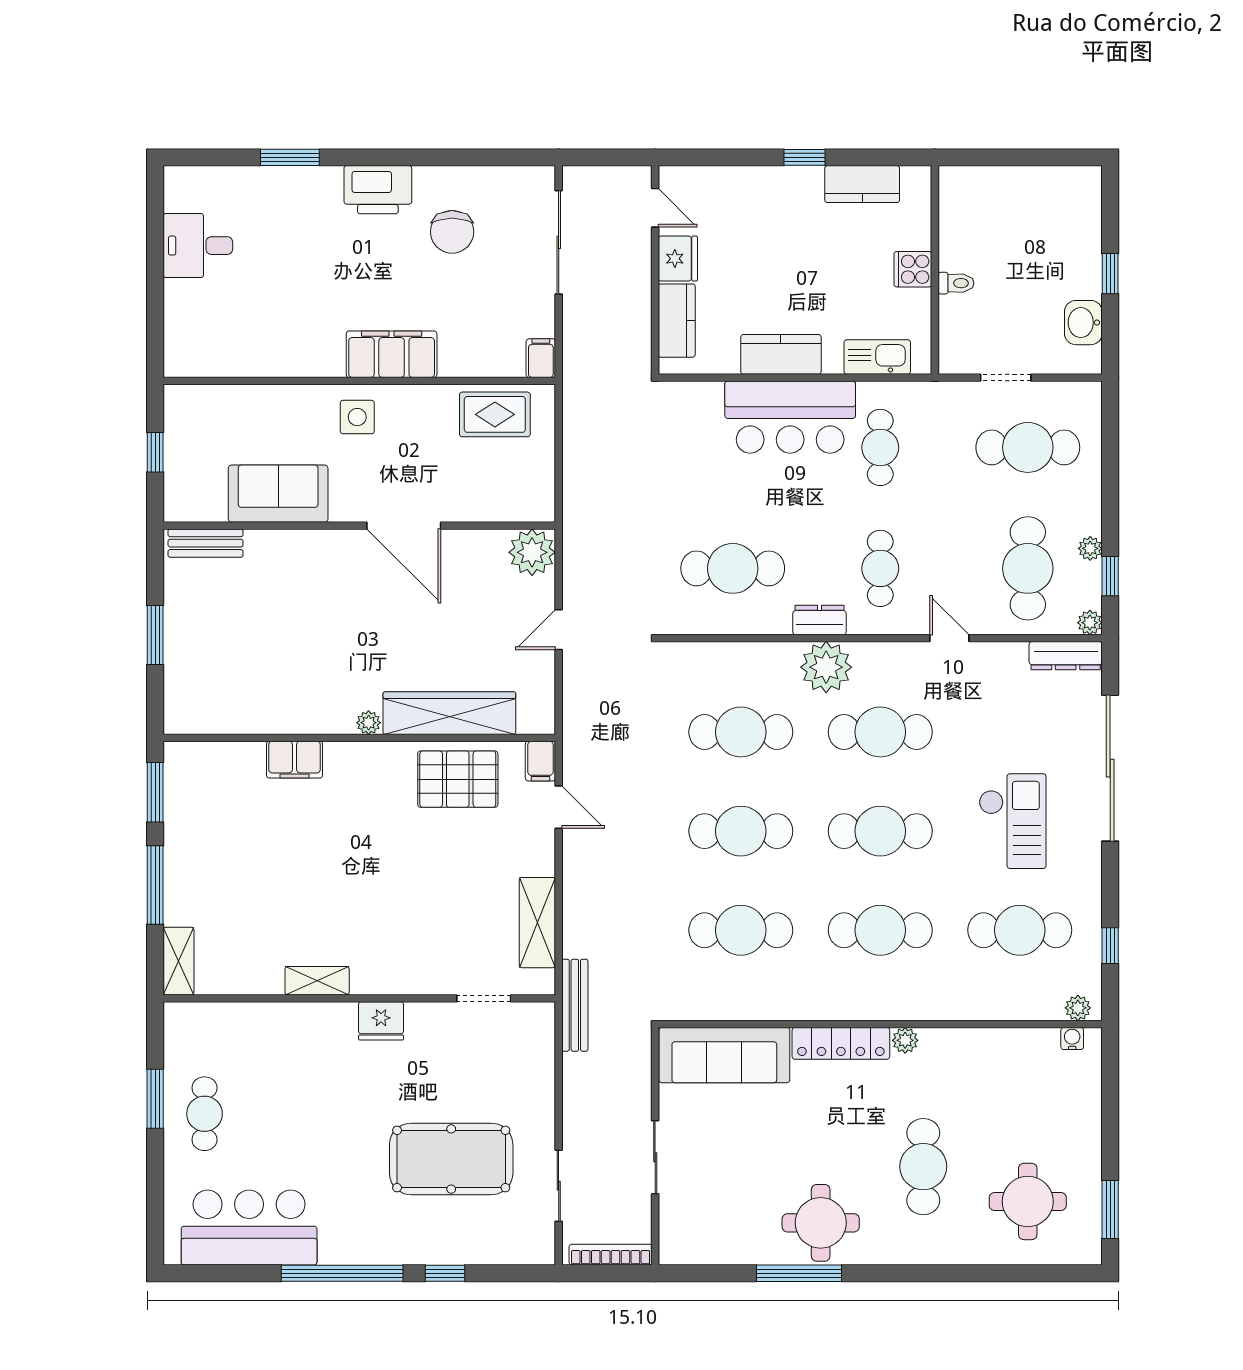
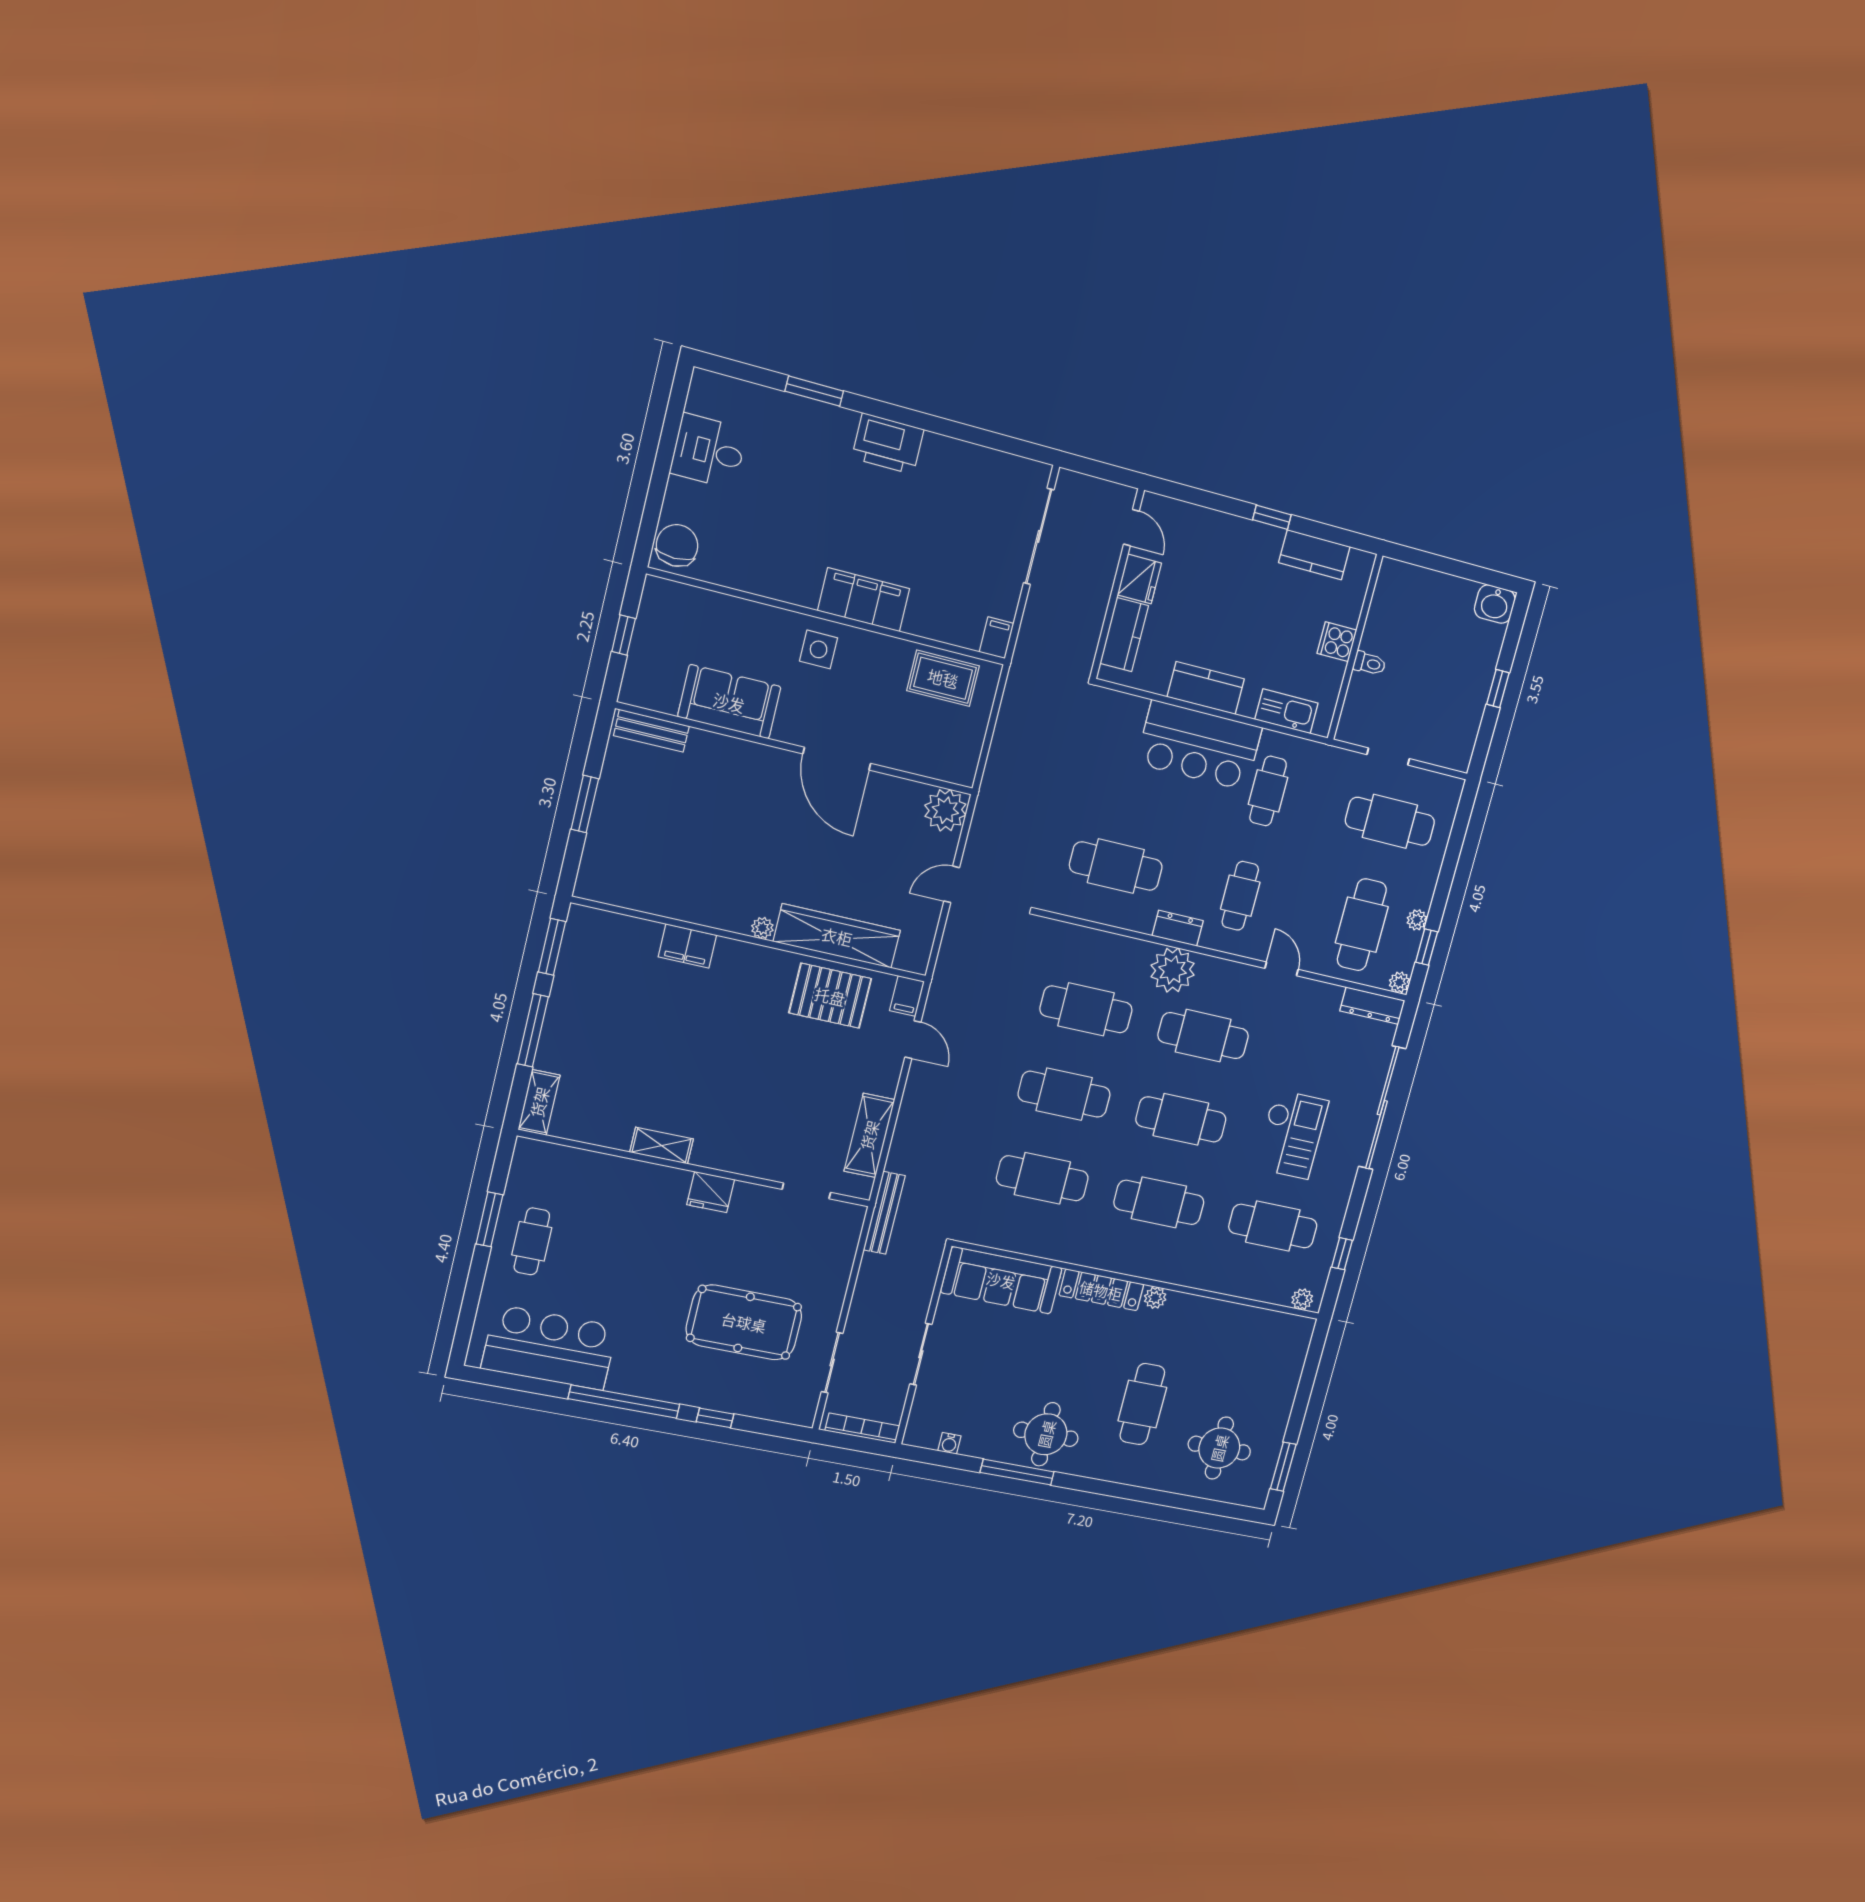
chair: (452, 232) -> (677, 545), moved, turned 180
washbasin: (1083, 323) -> (1495, 604), moved, turned -90
water cooler: (1072, 1038) -> (949, 1443), moved, turned 180

